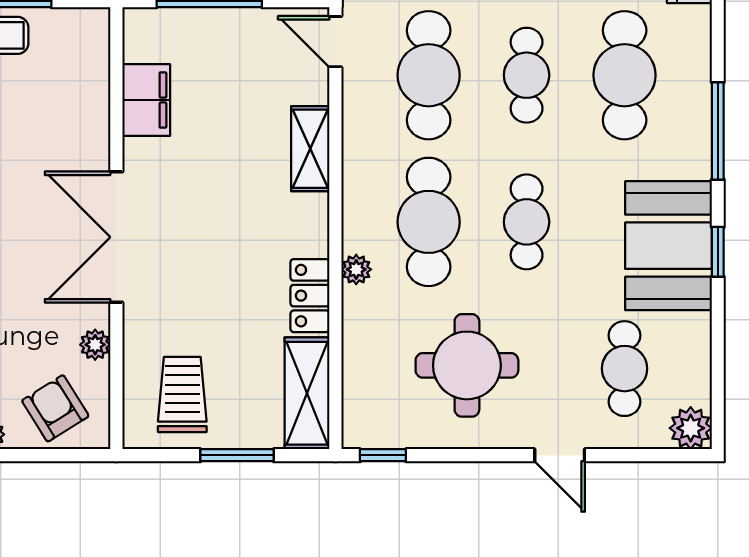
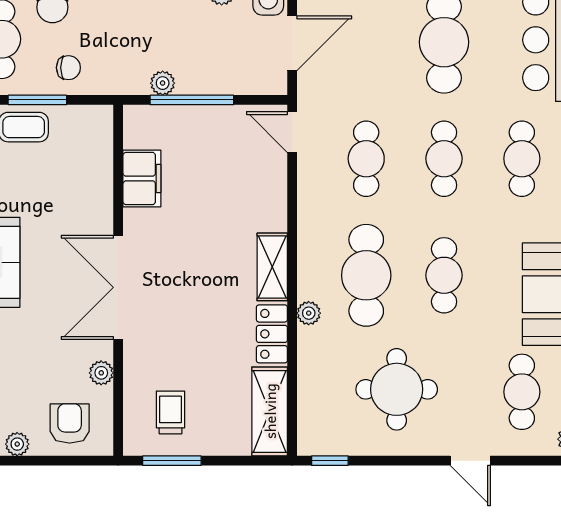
cafe table: (429, 75) -> (366, 159), width x0.73, depth x0.74
cafe table: (625, 75) -> (522, 159), width x0.73, depth x0.74
shelving: (310, 149) -> (272, 267), moved
trolley: (182, 394) -> (170, 412), width x0.73, depth x0.72
armchair: (55, 408) -> (70, 423), turned 32
window: (237, 455) -> (172, 461), moved

